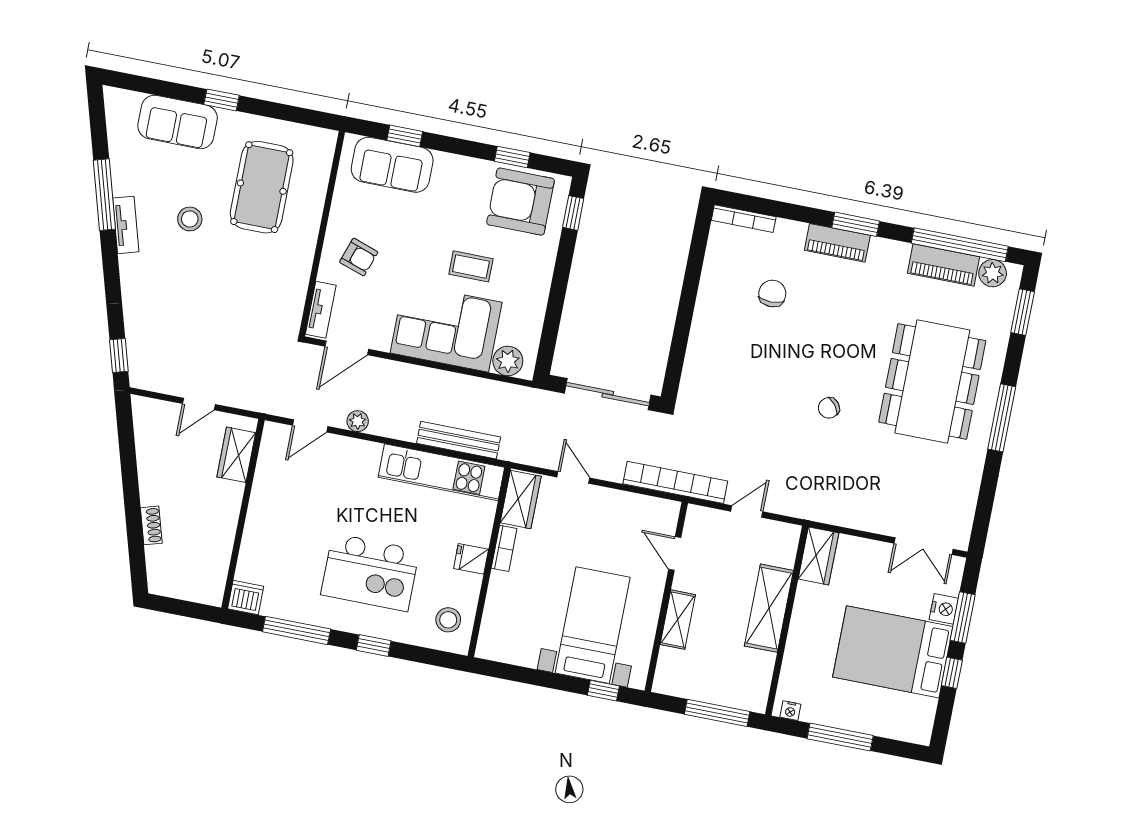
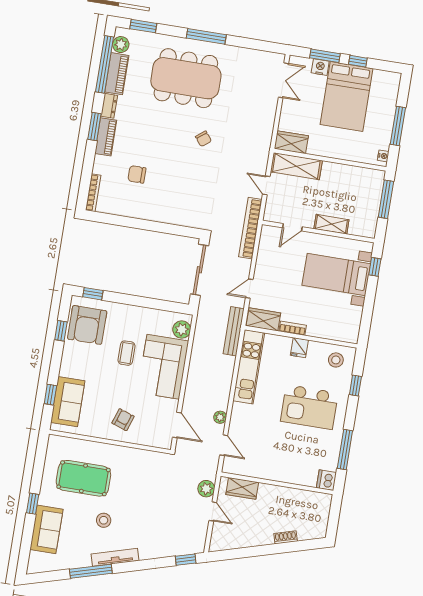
tv unit: (126, 225) -> (115, 557), width x1.41
dresser: (890, 250) -> (109, 106), added
tv unit: (321, 310) -> (155, 441), removed
plant: (238, 394) -> (206, 489), added
bench: (459, 440) -> (234, 331), moved
kitchen island: (370, 572) -> (309, 407), turned 90
shelving: (769, 608) -> (296, 166), moved
window: (374, 646) -> (355, 386), moved

